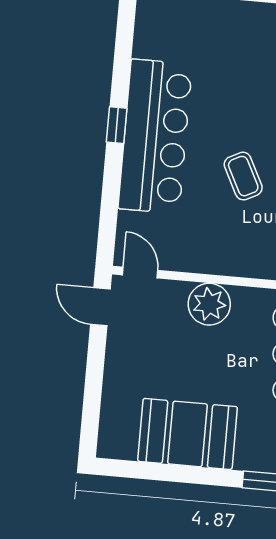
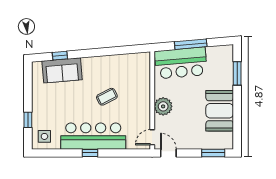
side table: (164, 23) -> (44, 136), added
door: (100, 307) -> (168, 153), swing flipped
window: (91, 411) -> (213, 153), added

